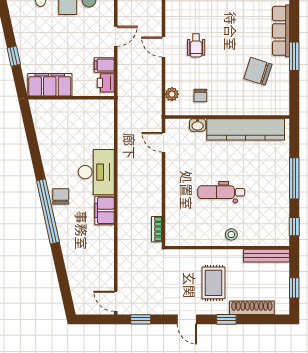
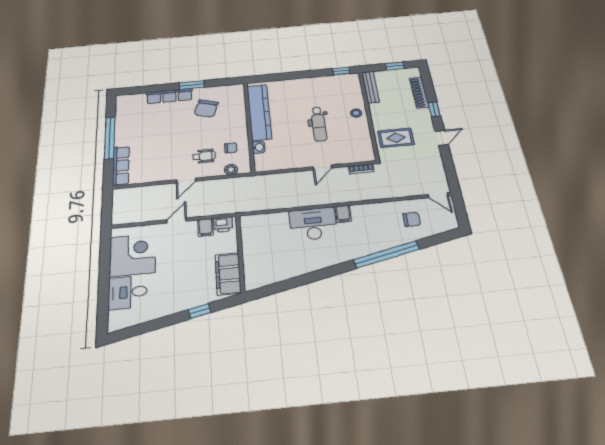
door: (116, 36) -> (176, 221), hinge flipped
wheelchair: (196, 46) -> (204, 156), moved
door: (164, 142) -> (322, 167), moved
window: (294, 178) -> (299, 75), removed
chair: (61, 196) -> (412, 219), moved, turned 180
filing cabinet: (105, 210) -> (343, 214), width x0.50
window: (48, 211) -> (386, 254), moved
rug: (214, 283) -> (396, 138), moved
door: (116, 301) -> (438, 195), hinge flipped
window: (141, 319) -> (451, 173), removed

